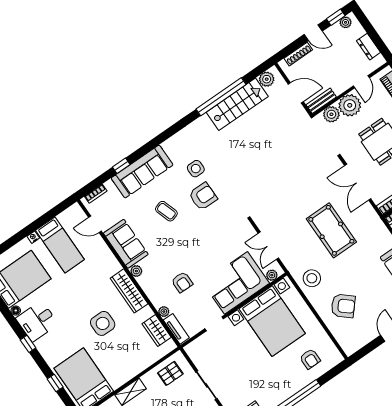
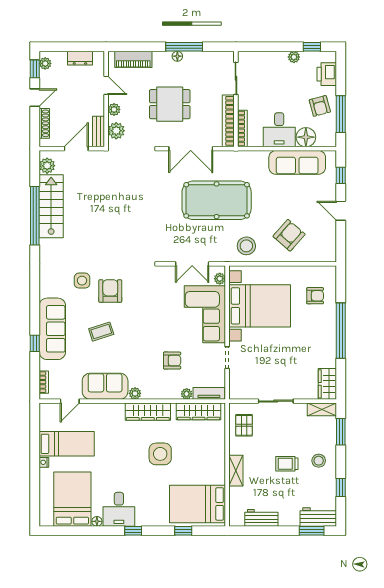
plant: (350, 105) -> (114, 109), width x0.53, depth x0.53
pool table: (331, 230) -> (217, 200), width x1.36, depth x1.32
wardrobe: (157, 331) -> (199, 411), width x1.50

